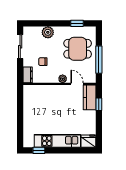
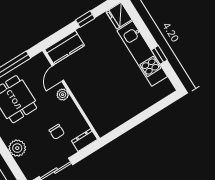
window: (99, 104) -> (85, 19), moved
window: (39, 150) -> (159, 55), moved

